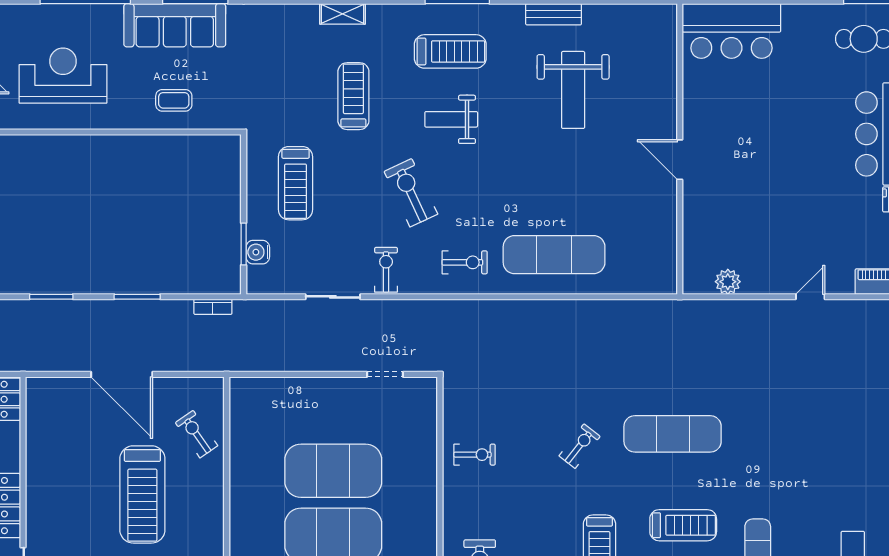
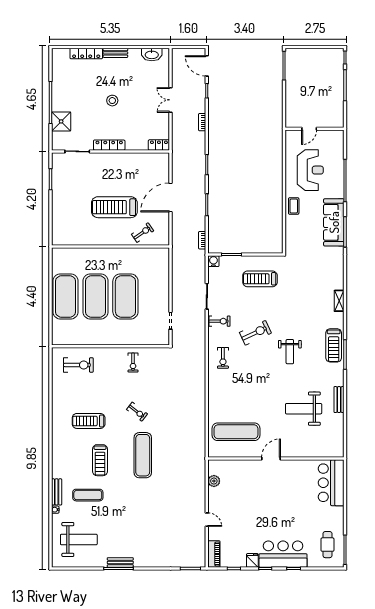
treadmill: (450, 51) -> (334, 345), moved
treadmill: (353, 96) -> (301, 306), removed
coffee table: (174, 100) -> (294, 206), moved
weight bench: (451, 119) -> (290, 352), turned 180
water cooler: (258, 252) -> (213, 261), moved
exercise mat: (554, 255) -> (236, 432), moved, turned 90

